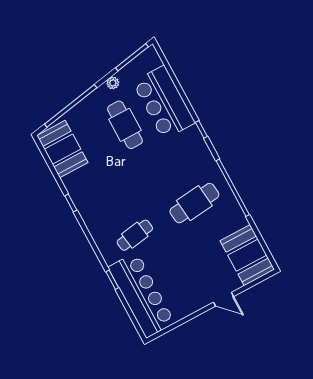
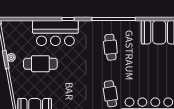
bar counter: (164, 102) -> (55, 33), moved
cafe table: (194, 203) -> (110, 47), width x0.73, depth x0.74

